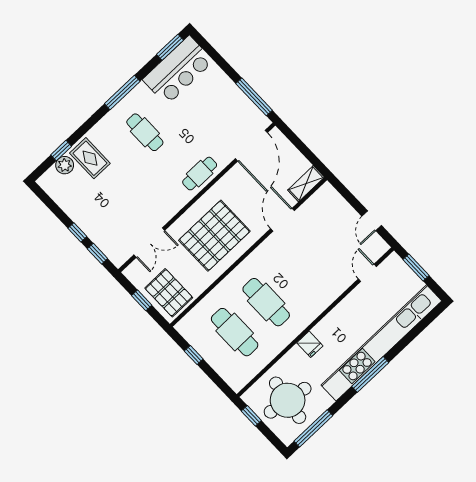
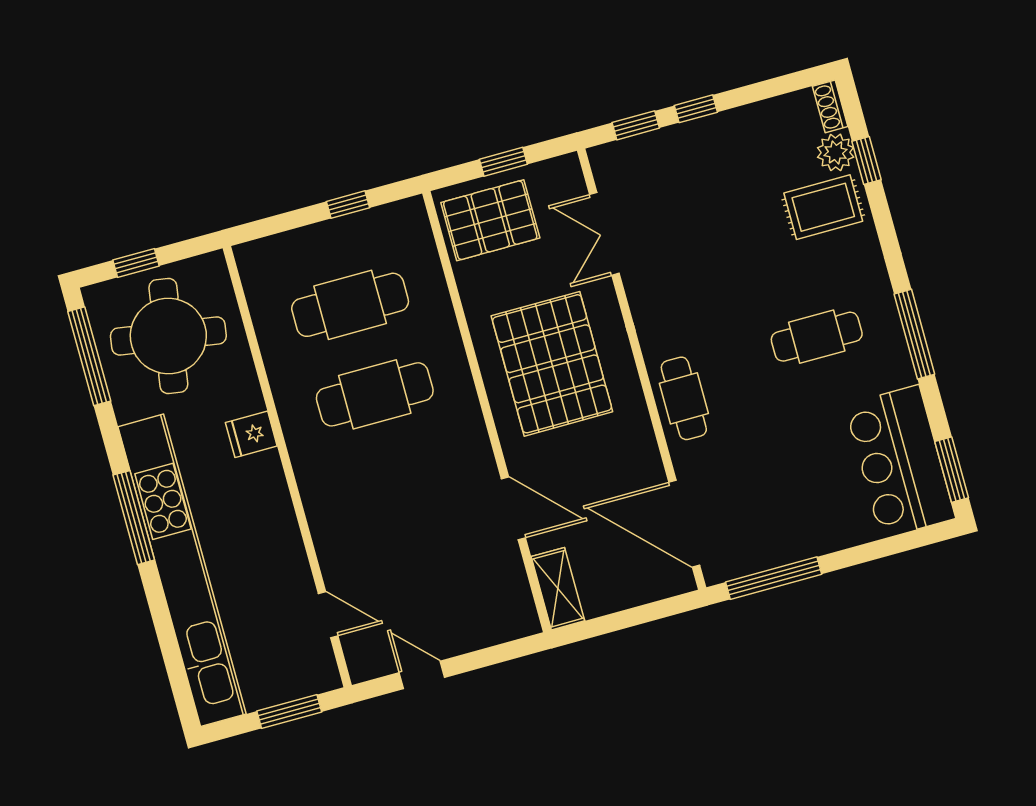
shoe rack: (47, 178) -> (830, 106), added
window: (251, 416) -> (136, 263), moved

